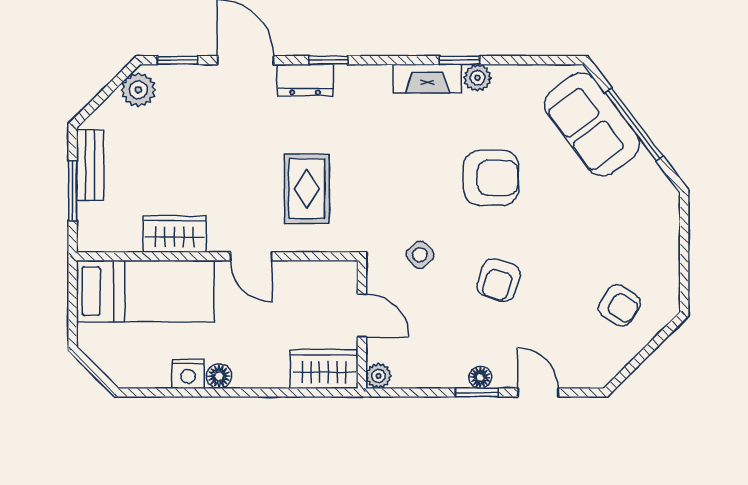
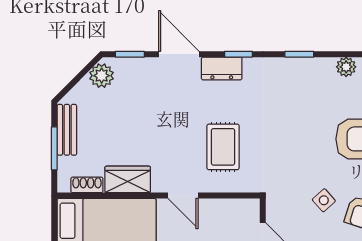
window: (460, 60) -> (299, 54), moved
fireplace: (427, 79) -> (310, 68), removed
shoe rack: (118, 241) -> (87, 185), added
side table: (420, 255) -> (324, 200), moved

